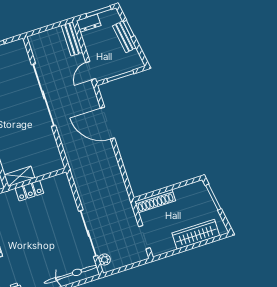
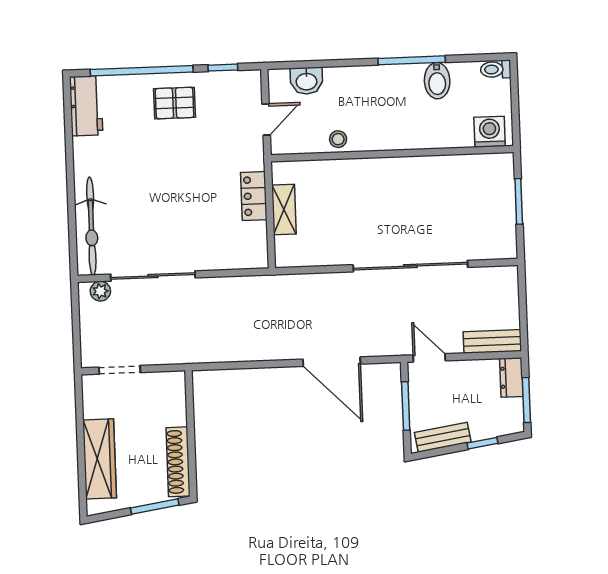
bench: (124, 37) -> (443, 437), moved
door: (107, 123) -> (332, 362), swing flipped
shelving: (19, 176) -> (284, 210), moved
shoe rack: (155, 201) -> (178, 462), moved

